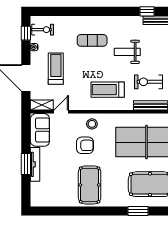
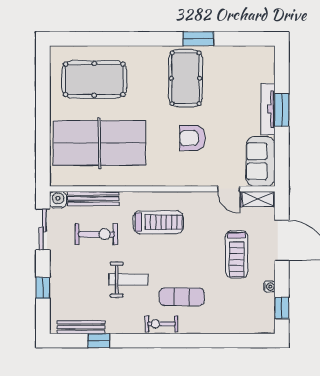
exercise bike: (43, 30) -> (161, 324), moved
door: (61, 112) -> (229, 189), hinge flipped
stool: (92, 124) -> (182, 170), removed
window: (138, 211) -> (198, 39), moved

